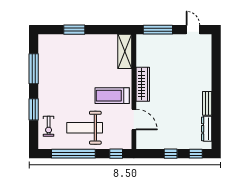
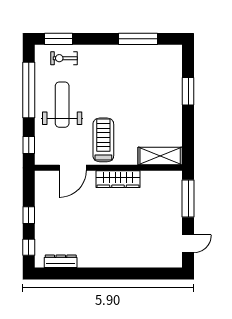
bench: (207, 103) -> (93, 262), removed
window: (34, 109) -> (59, 39), moved

